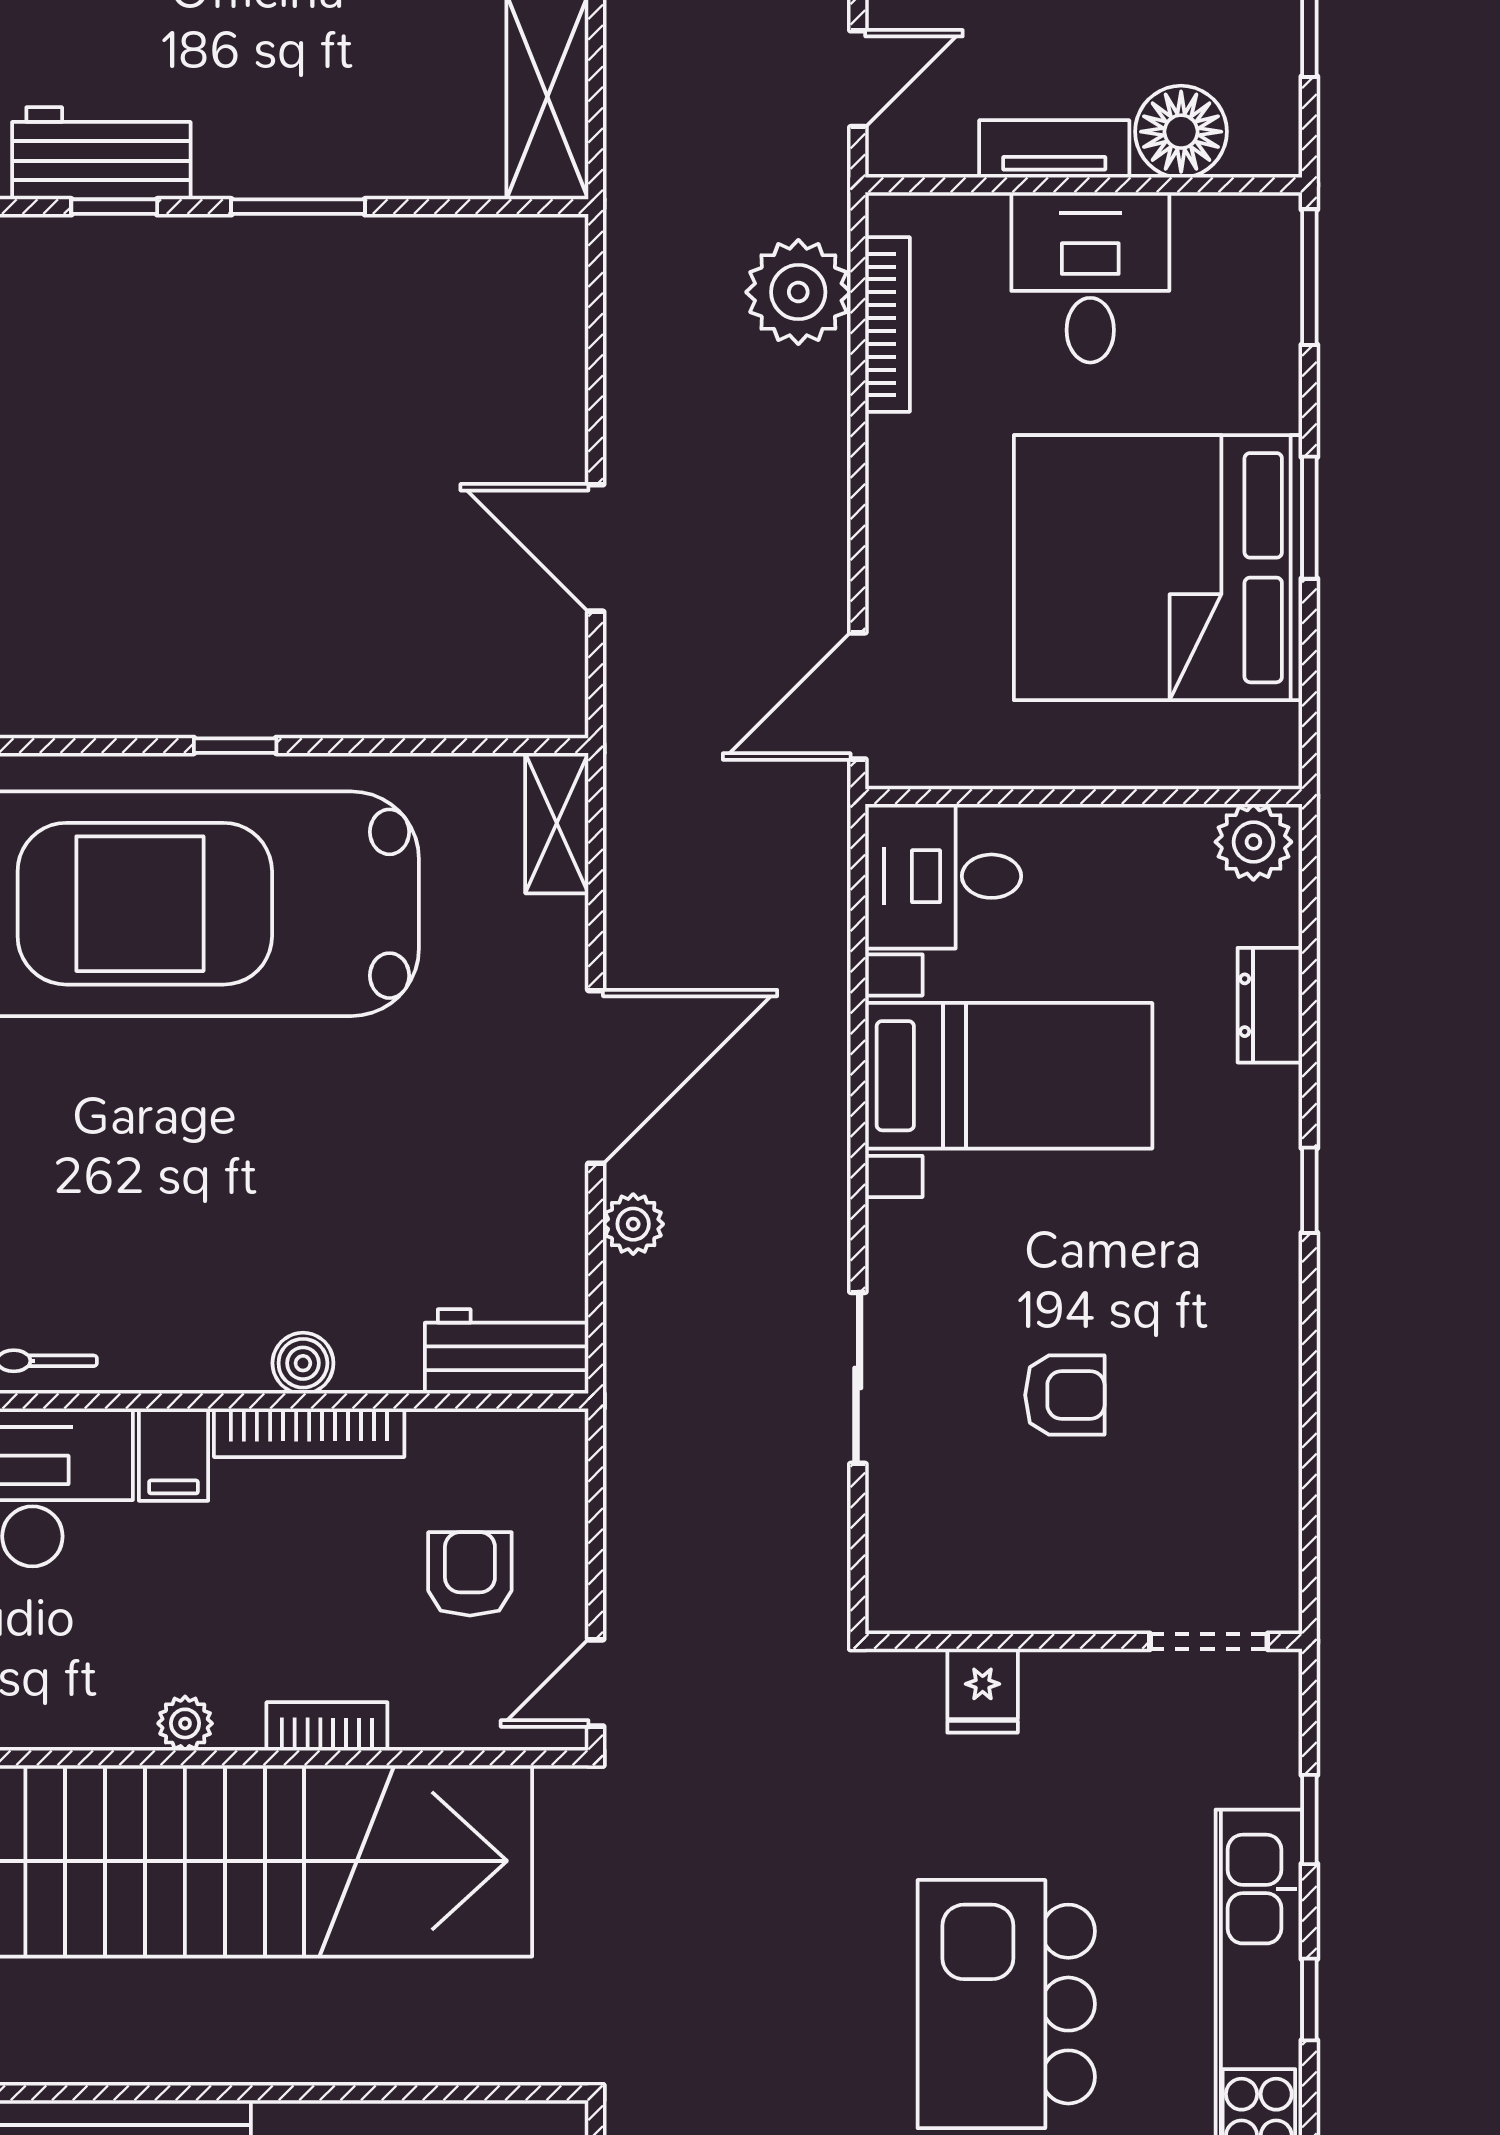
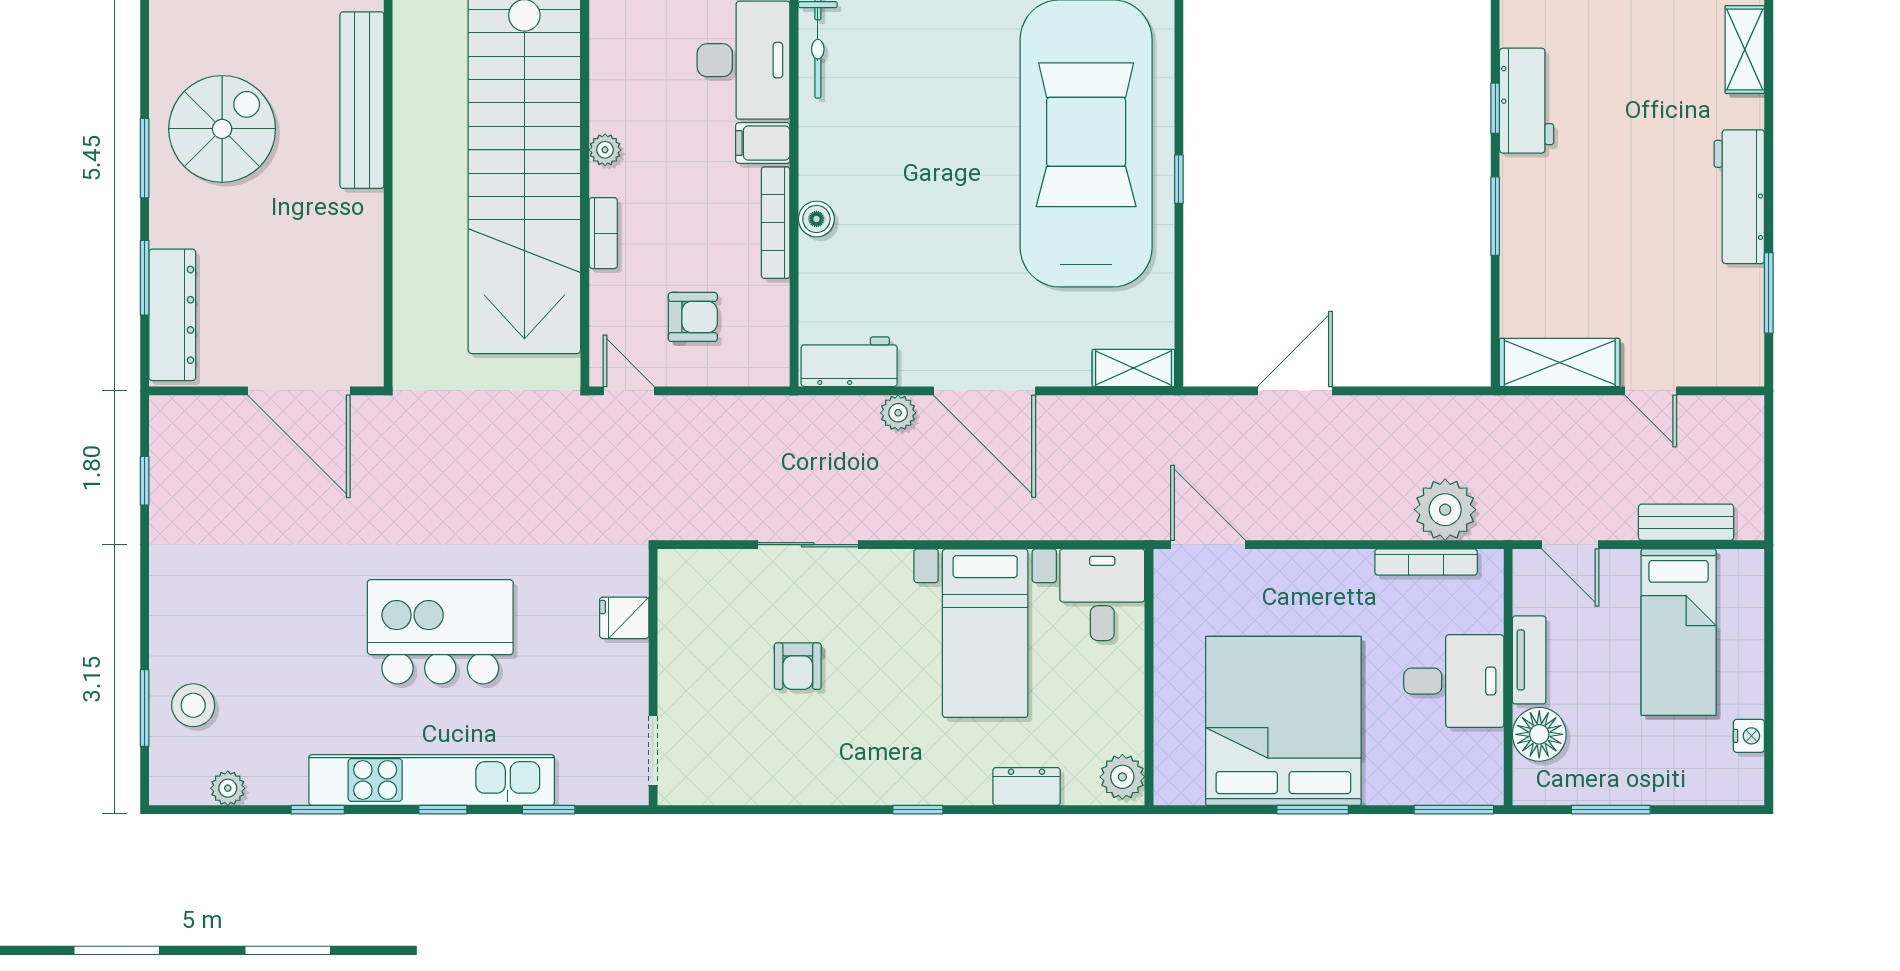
workbench: (507, 1351) -> (849, 362), moved, turned -90

